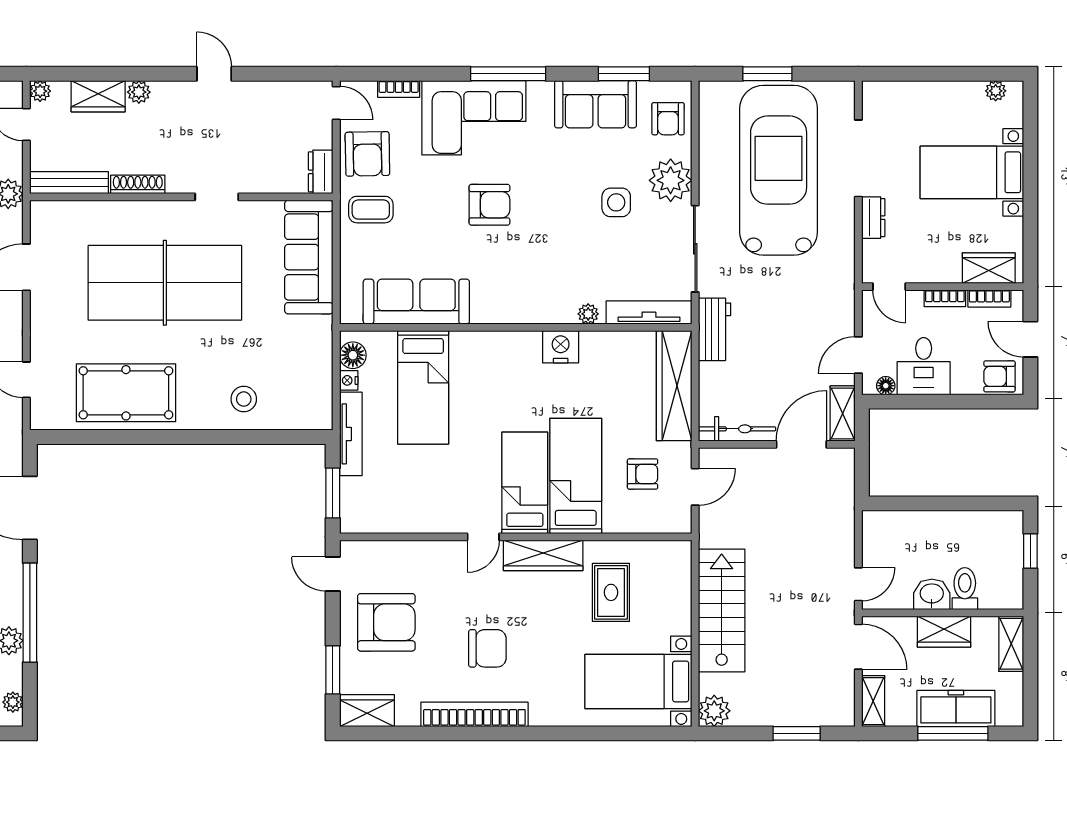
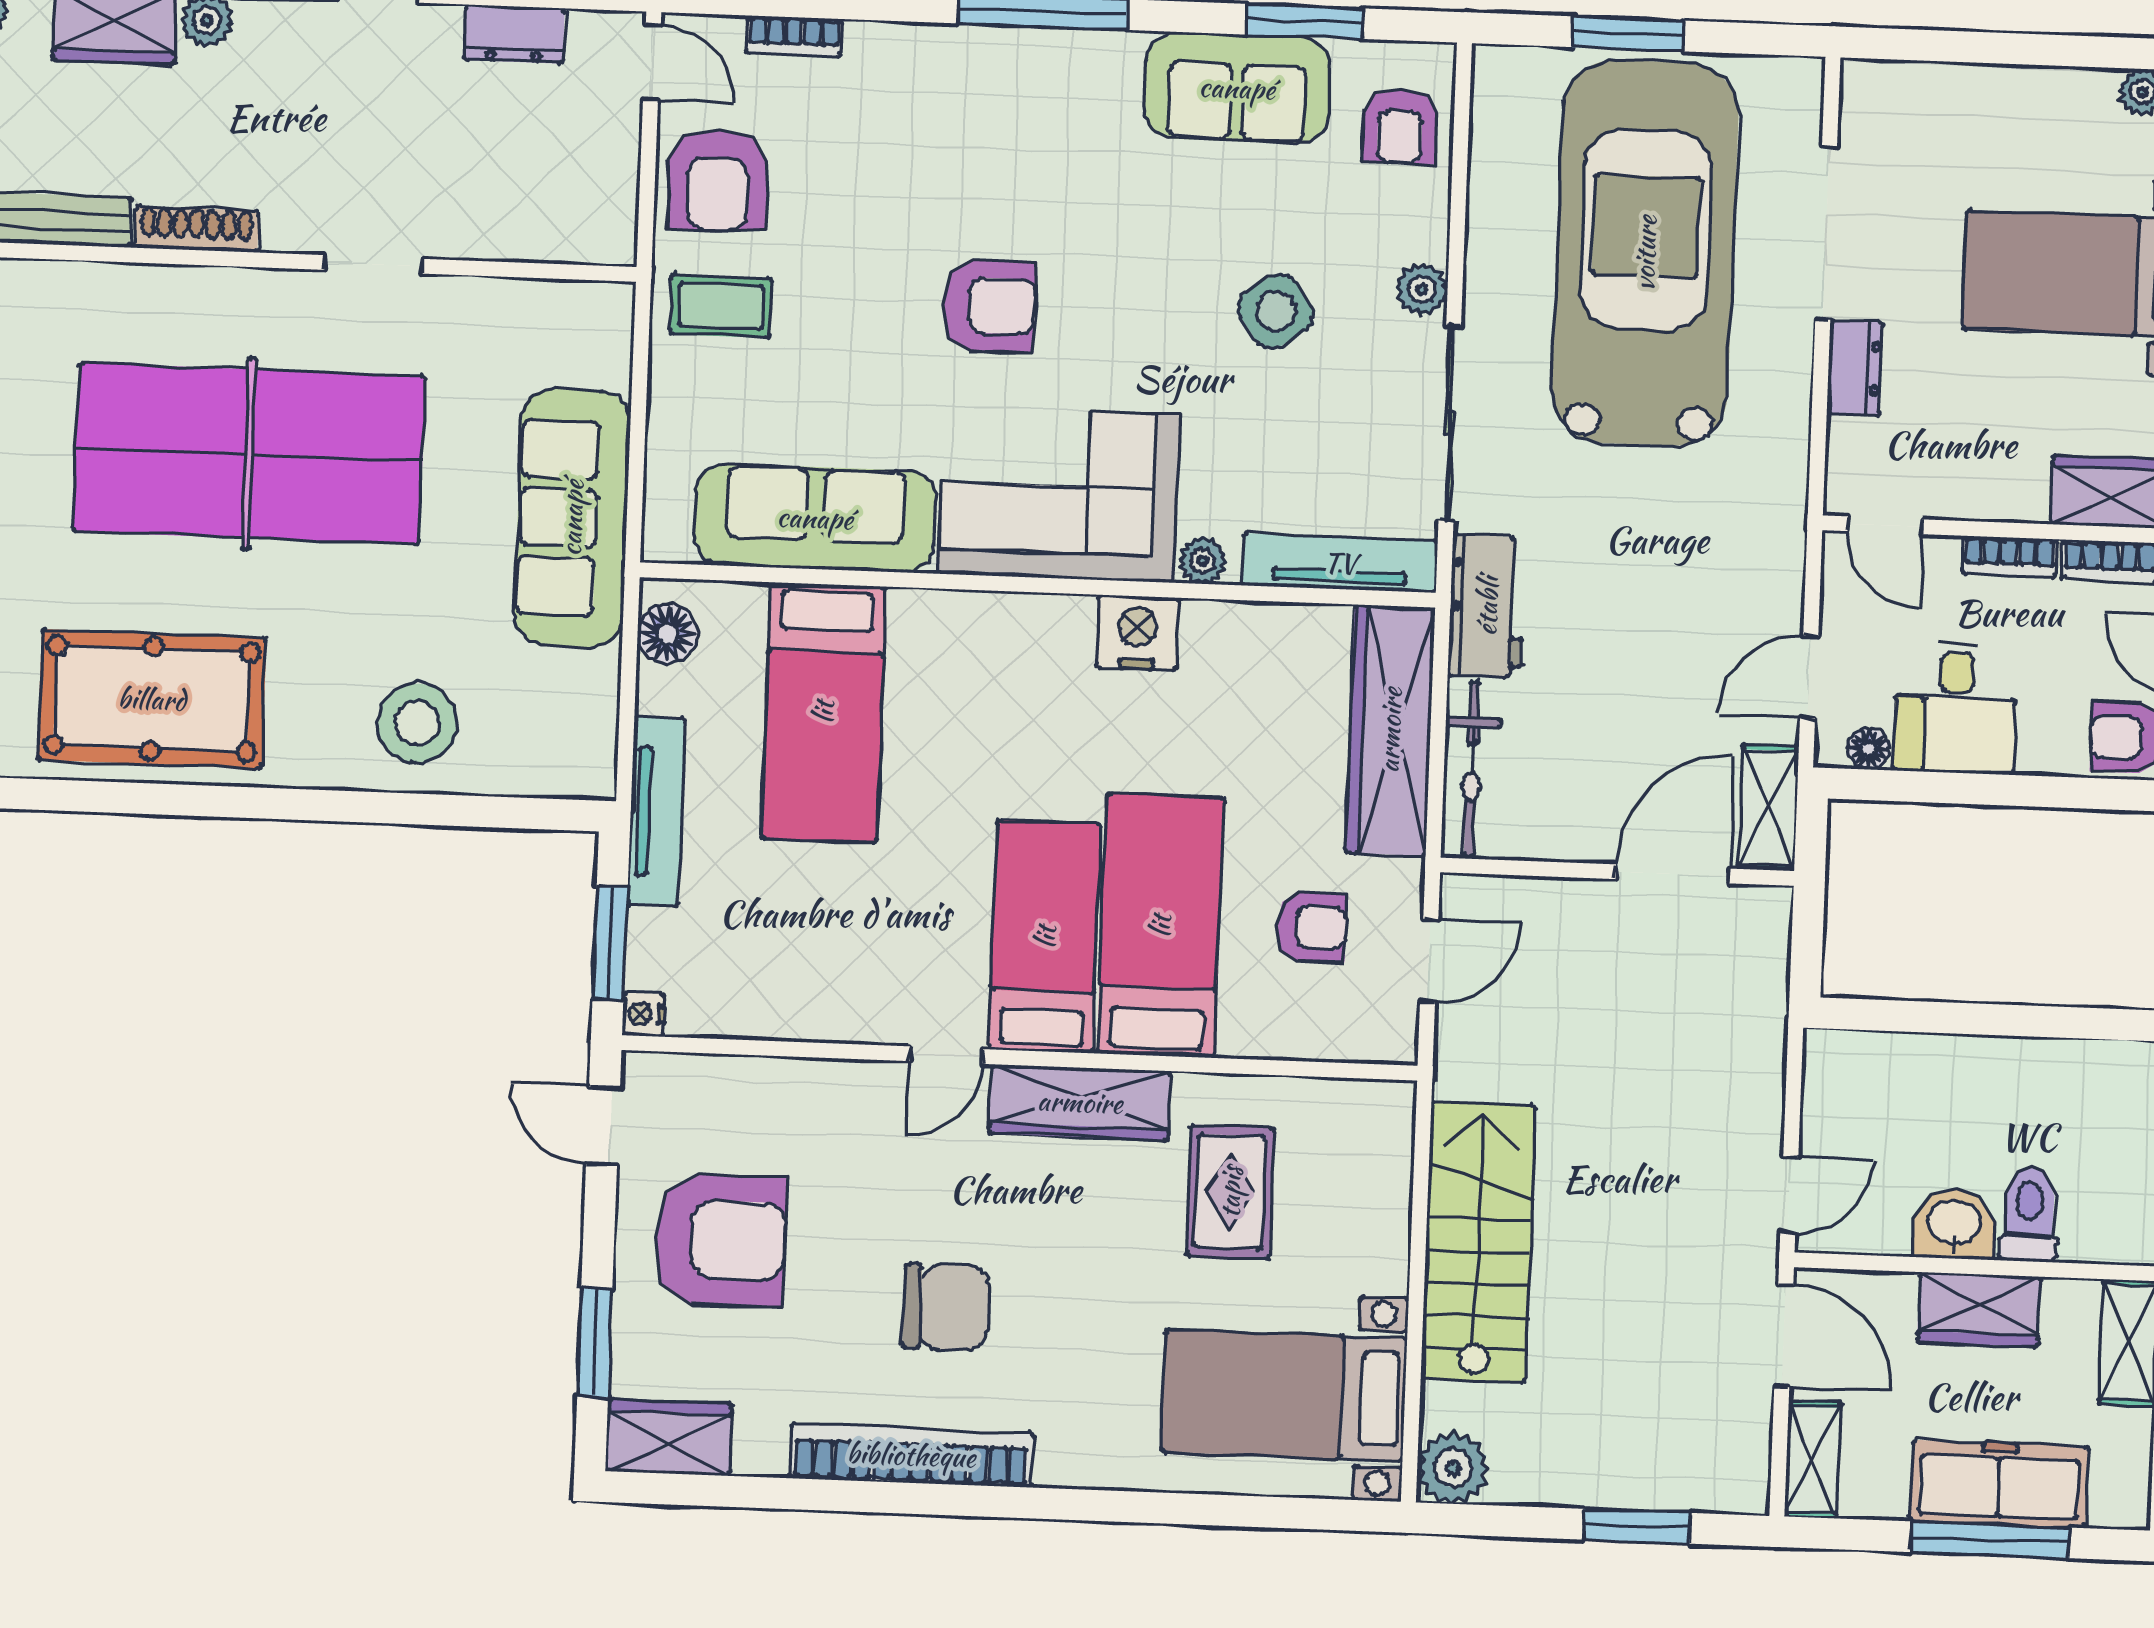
corner sofa: (474, 118) -> (1059, 494), moved, turned 180
dresser: (321, 172) -> (514, 34), moved, turned -90
plant: (671, 180) -> (1422, 289), width x0.53, depth x0.53
side table: (616, 202) -> (1276, 311), turned -35
sofa: (309, 257) -> (572, 518), moved
nightstand: (349, 380) -> (643, 1014), moved
stool: (244, 399) -> (417, 723), width x1.38, depth x1.38
bicycle: (737, 429) -> (1472, 769), moved, turned 90

